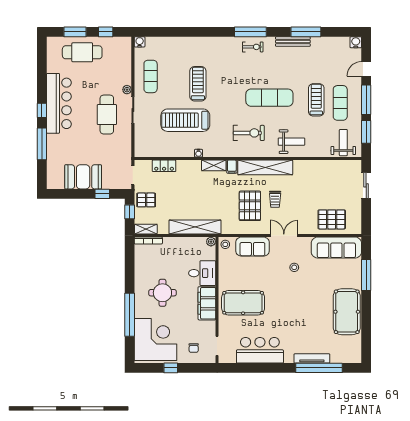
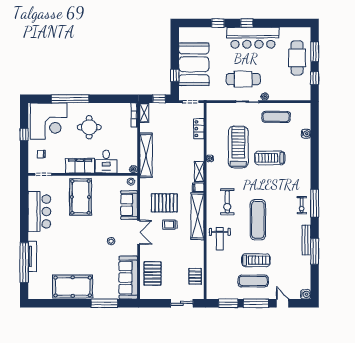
water cooler: (140, 42) -> (306, 134), moved
treadmill: (198, 84) -> (270, 158), turned 180
weight bench: (343, 143) -> (219, 284), removed
window: (42, 144) -> (218, 23), width x0.46
booth: (83, 177) -> (194, 64), width x1.36, depth x1.42
pallet: (146, 200) -> (195, 276), moved

